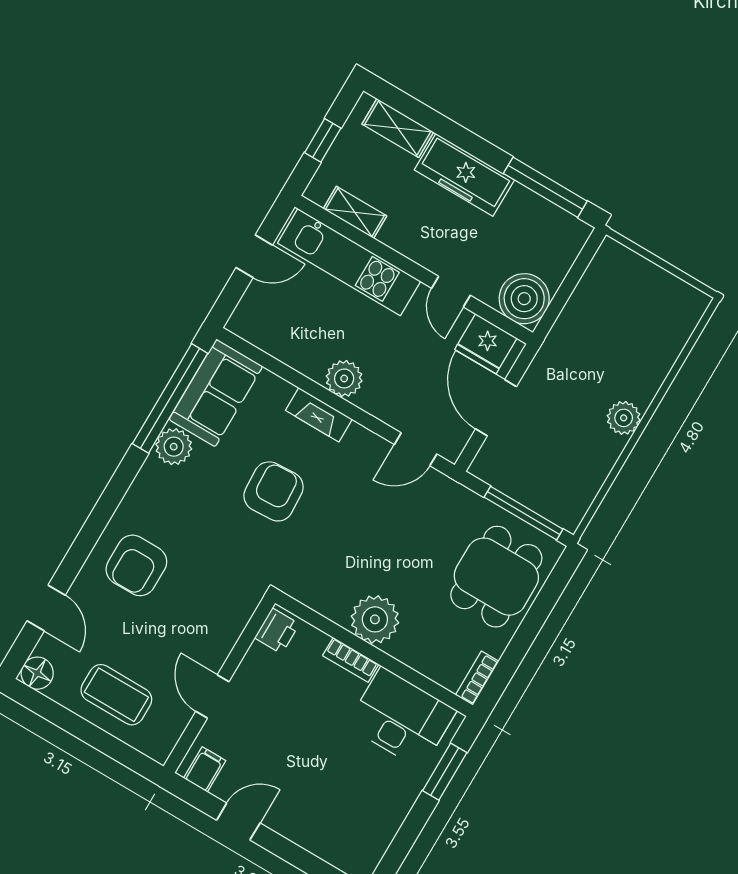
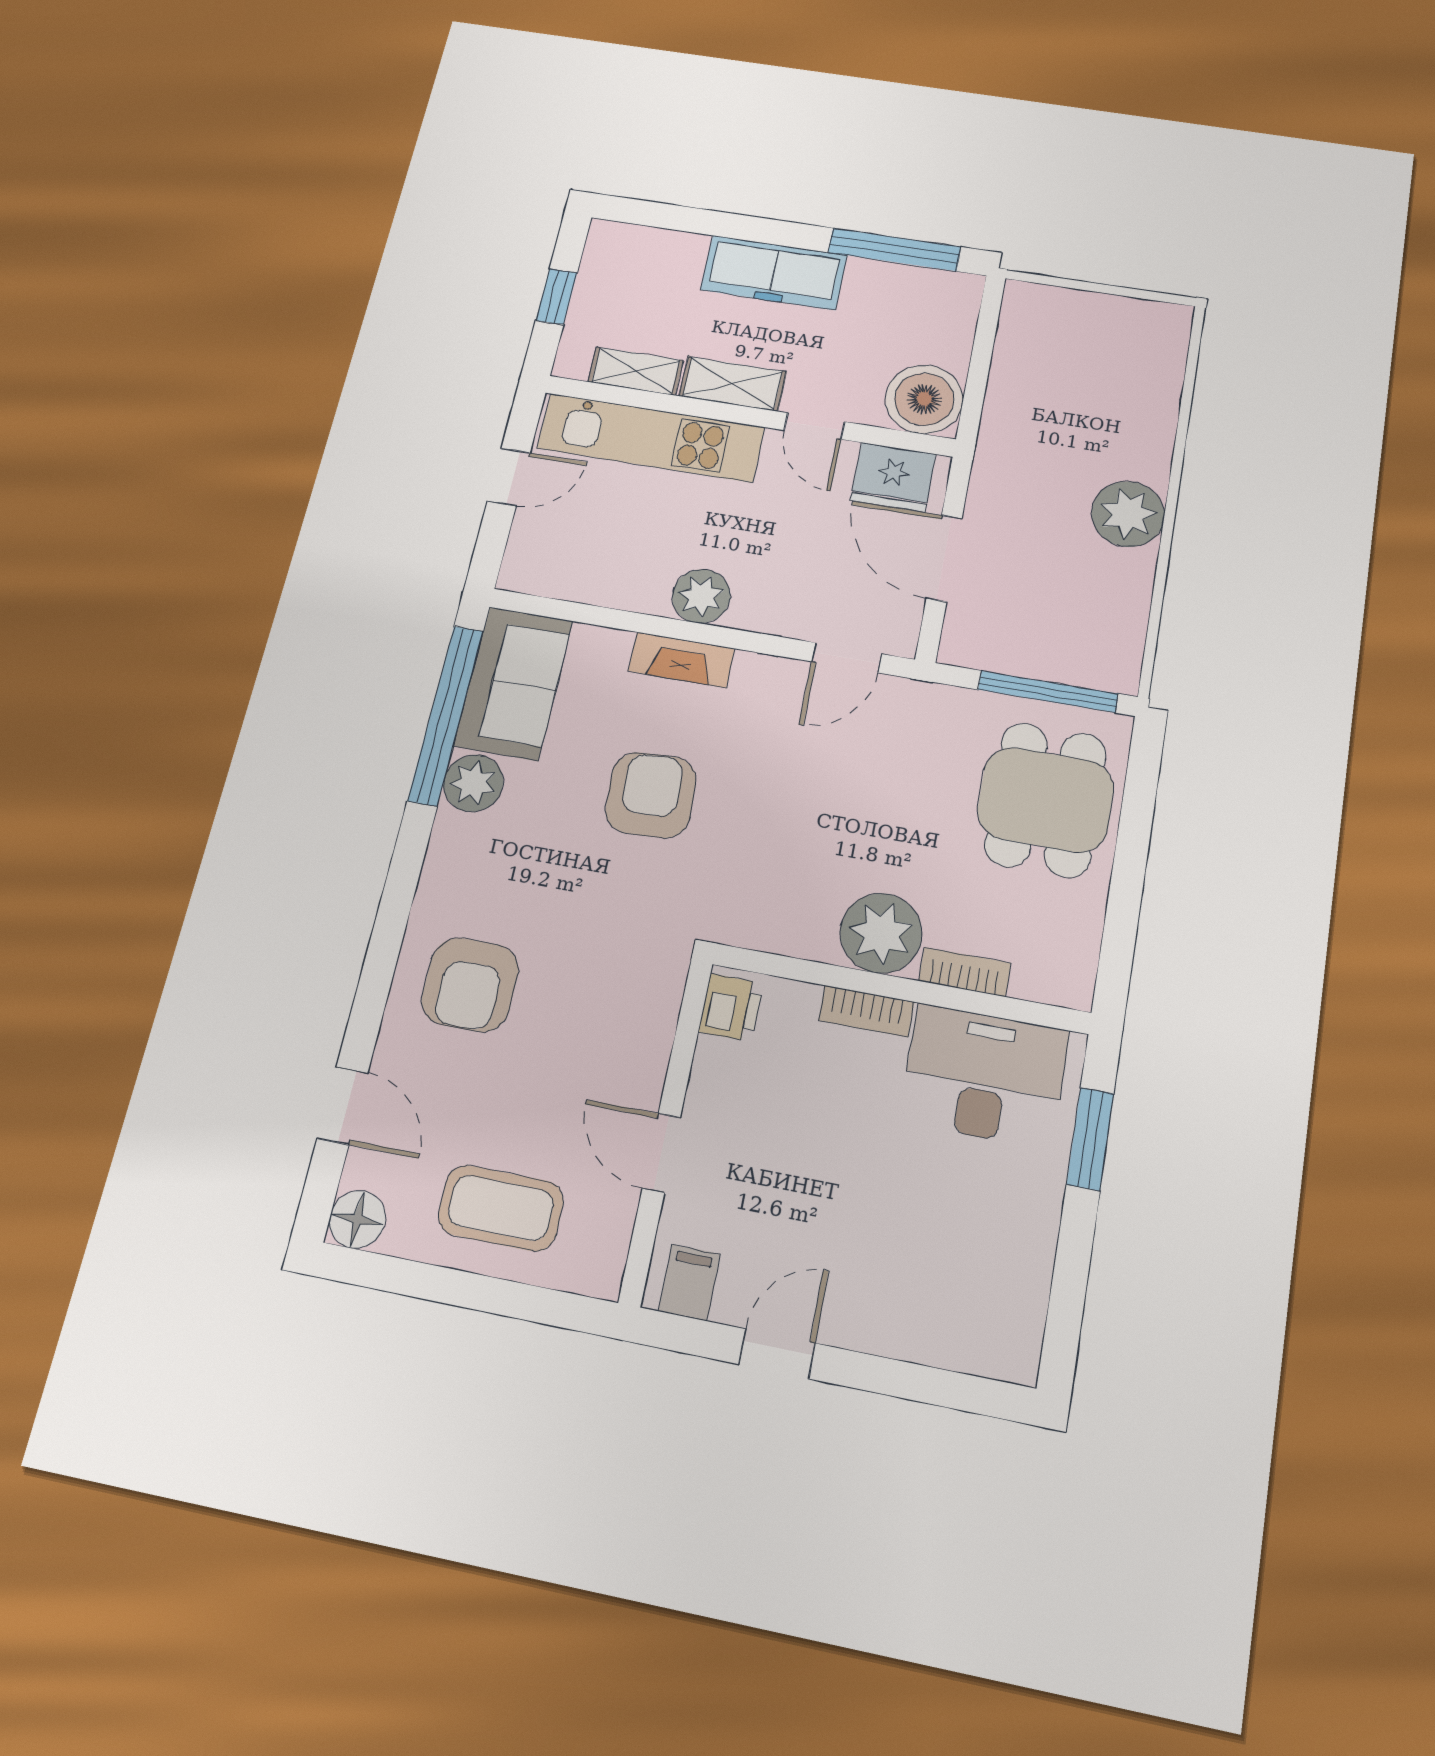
shelving: (398, 128) -> (733, 384), moved
plant: (624, 418) -> (1128, 514), width x1.36, depth x1.36
bookcase: (477, 678) -> (965, 972), moved, turned 90

